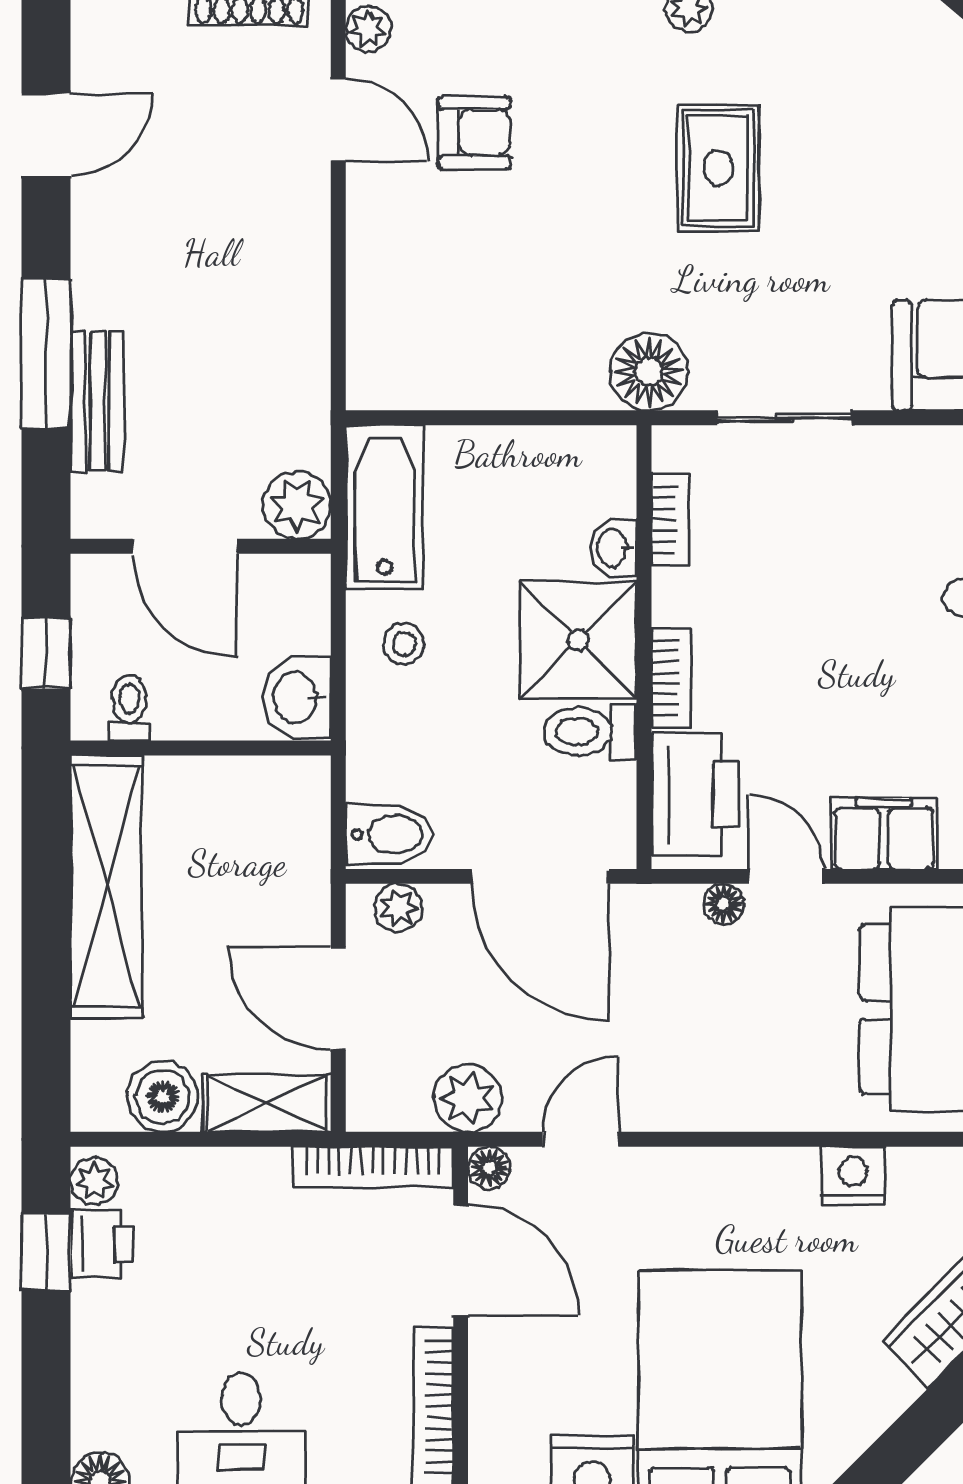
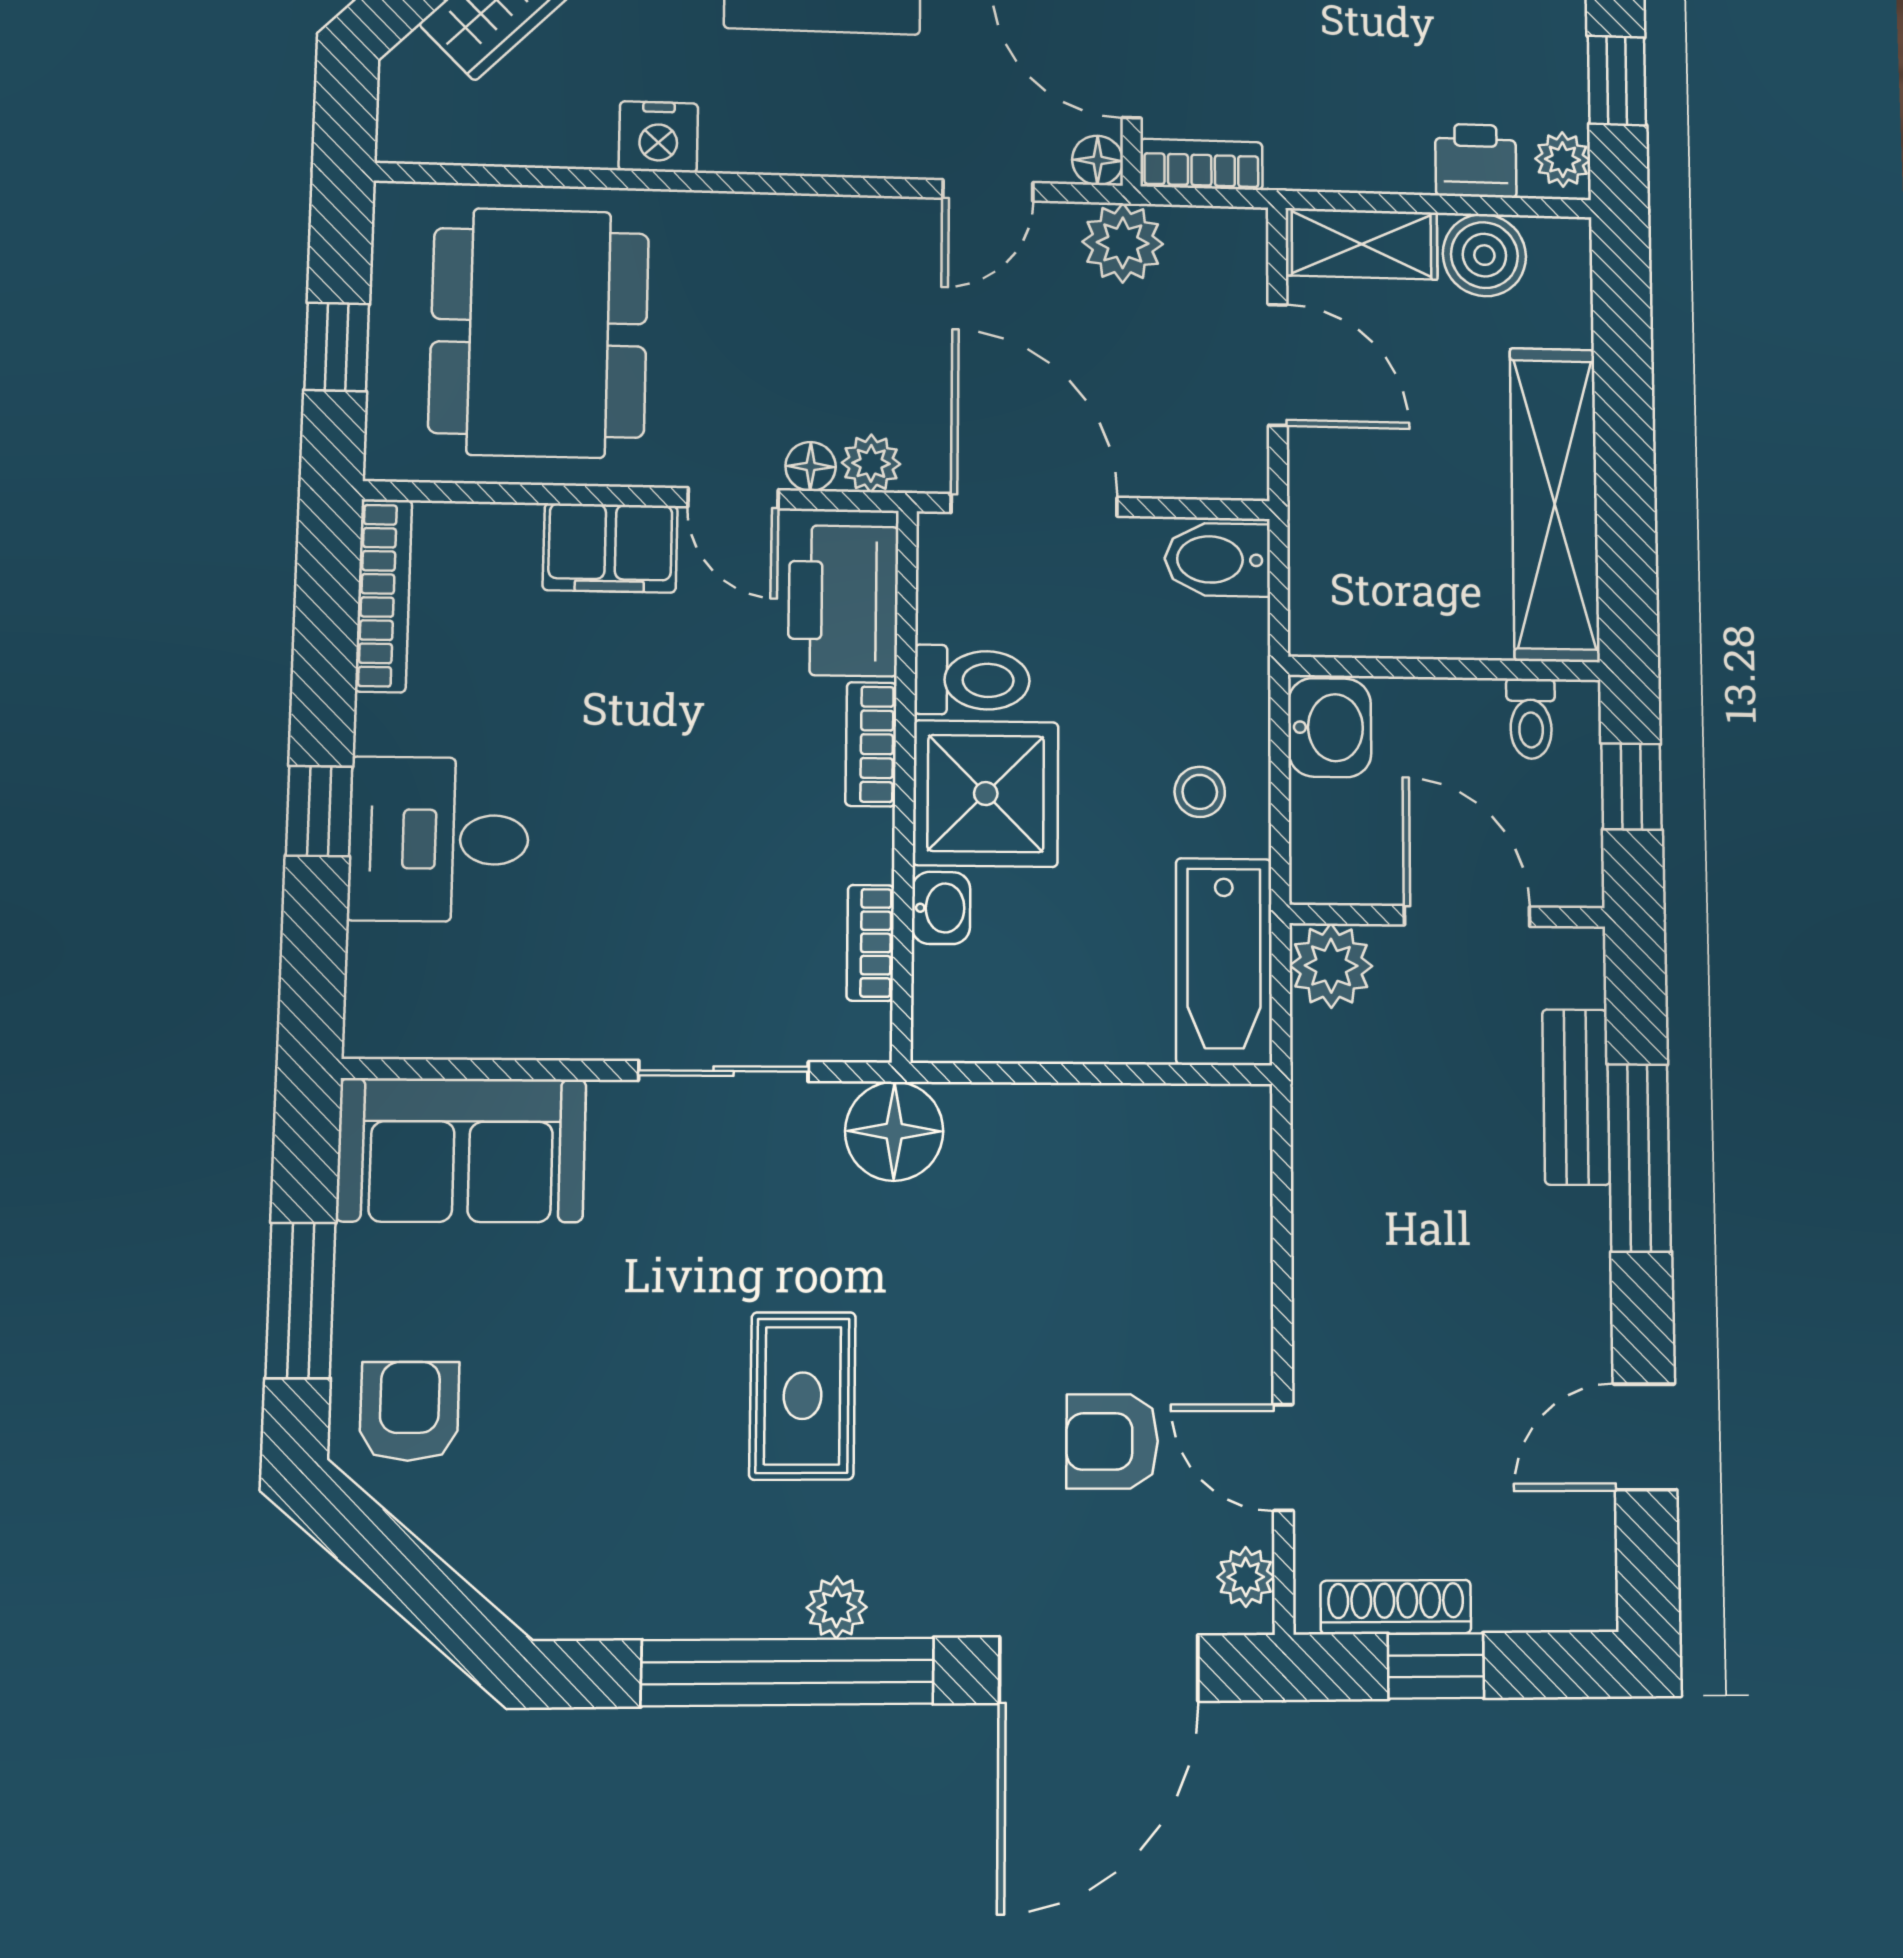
plant: (398, 908) -> (871, 463), moved
bookcase: (373, 1167) -> (1201, 164), width x0.64
printer: (102, 1244) -> (1476, 161), moved, turned 90

